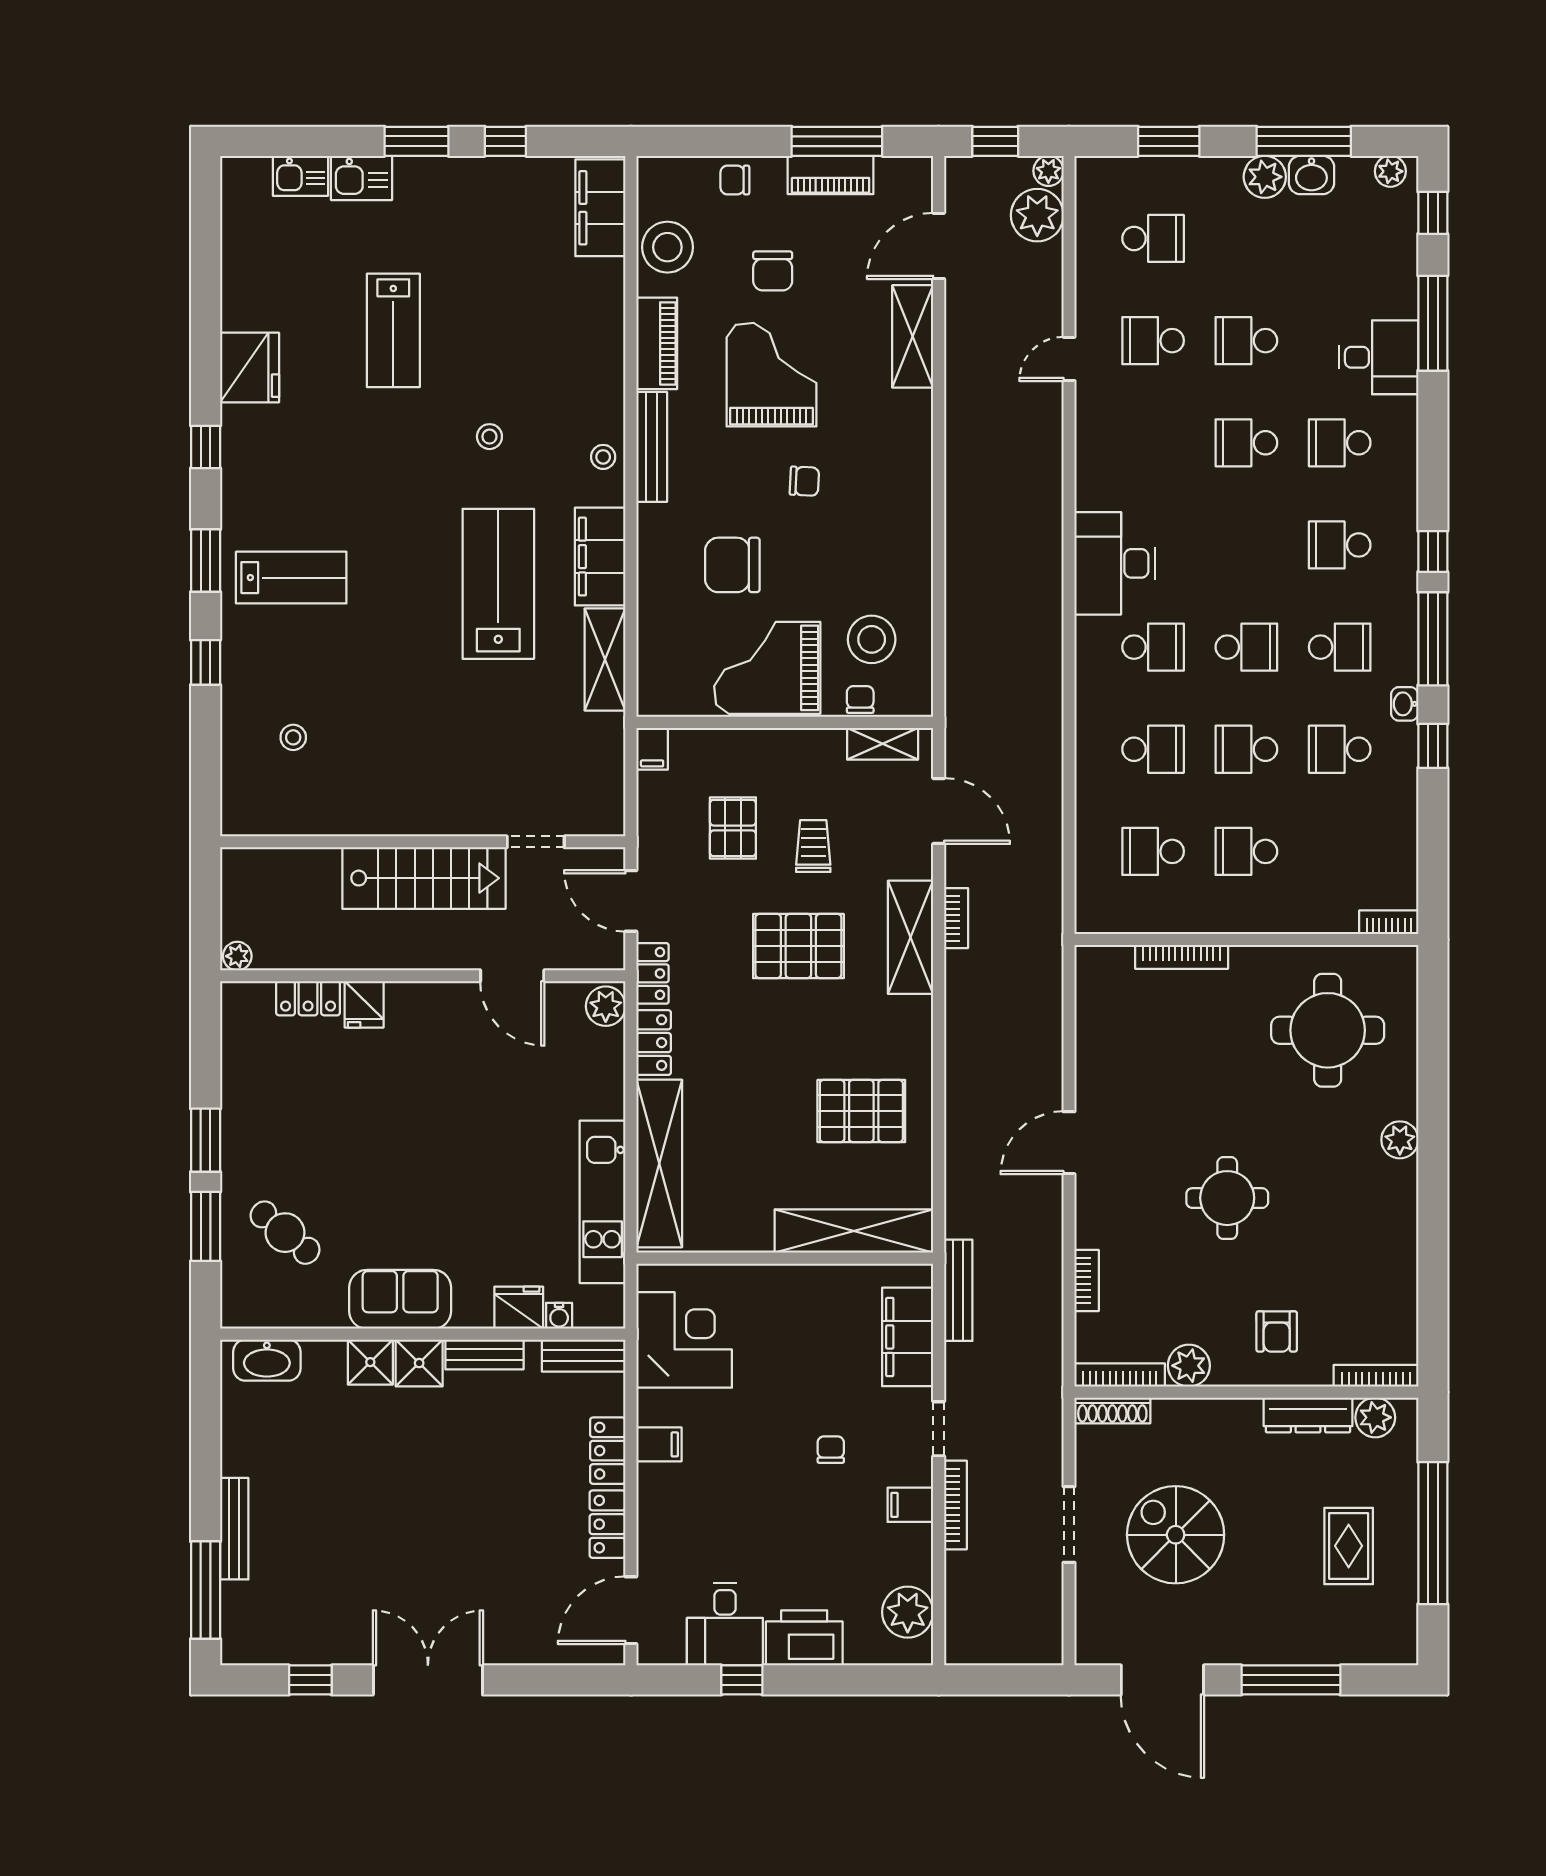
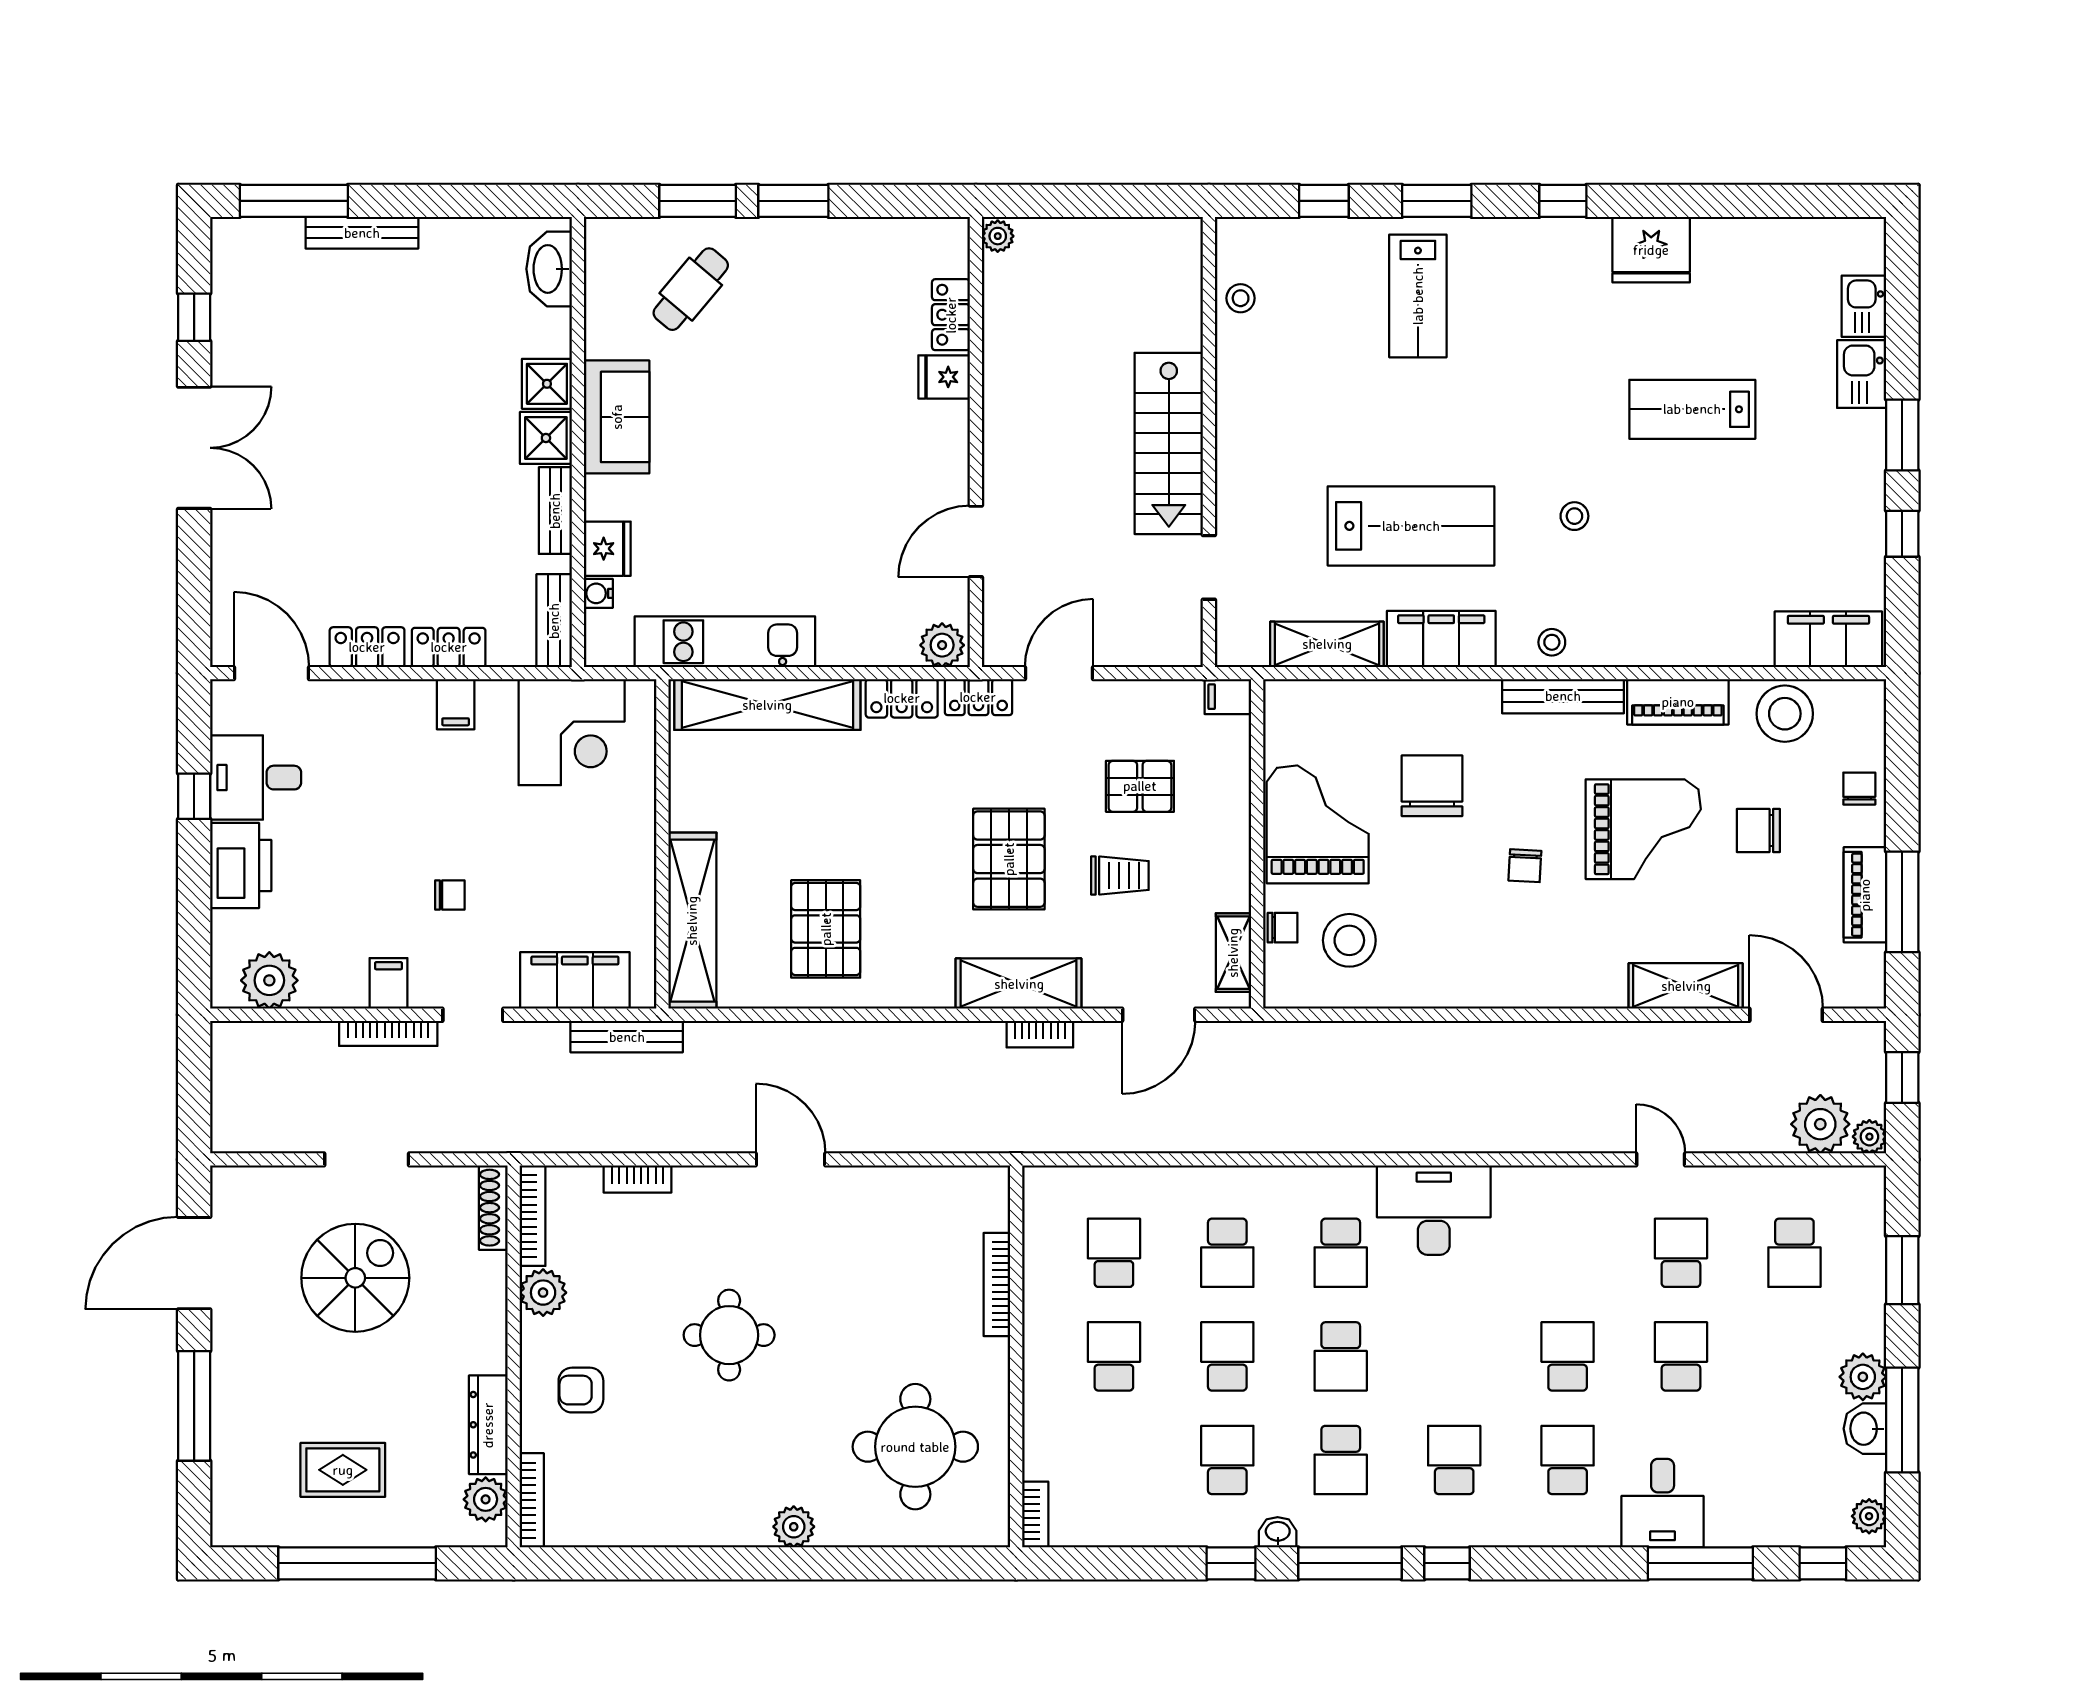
wall: (423, 842) -> (1209, 442), moved
doorway: (536, 842) -> (1209, 567), moved
stairs: (424, 878) -> (1169, 443), moved

